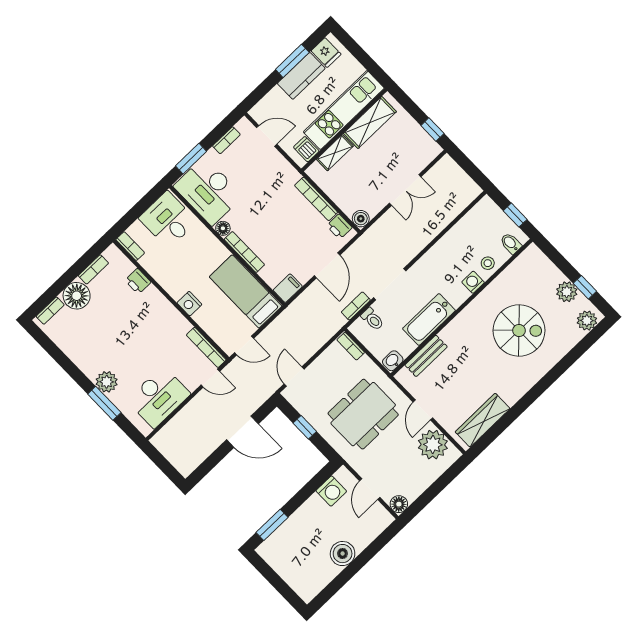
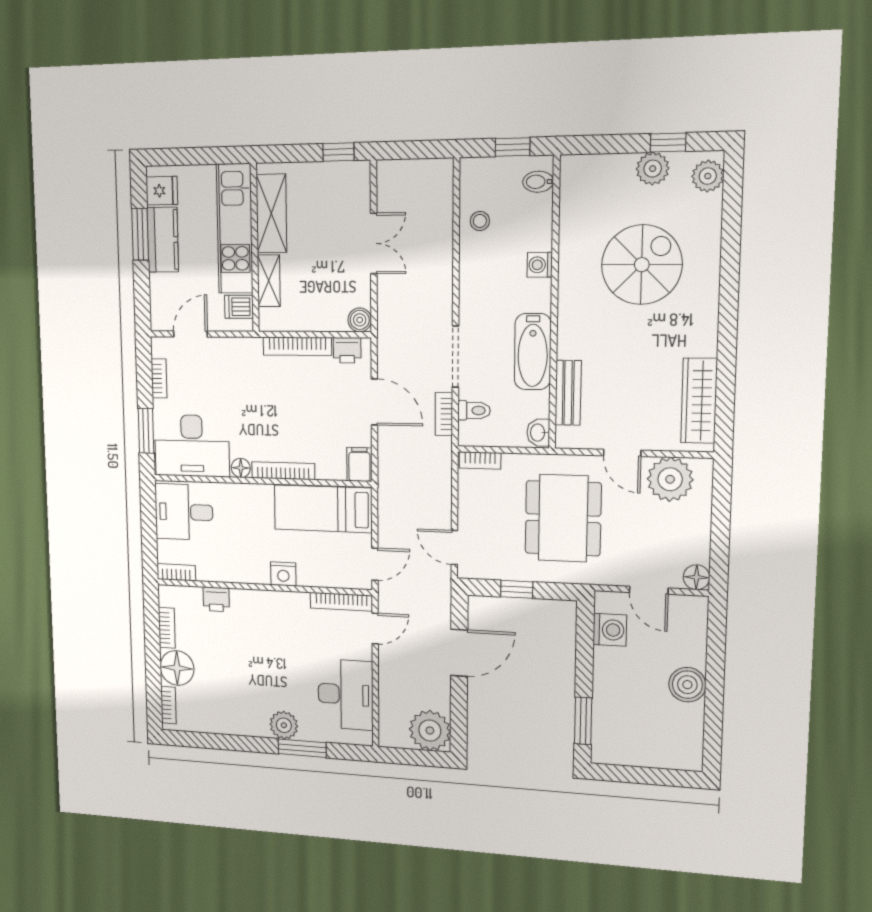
stool: (488, 263) -> (480, 221), moved
plant: (186, 457) -> (430, 731), added

